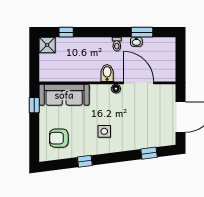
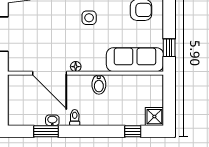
bidet: (107, 73) -> (99, 84), moved

